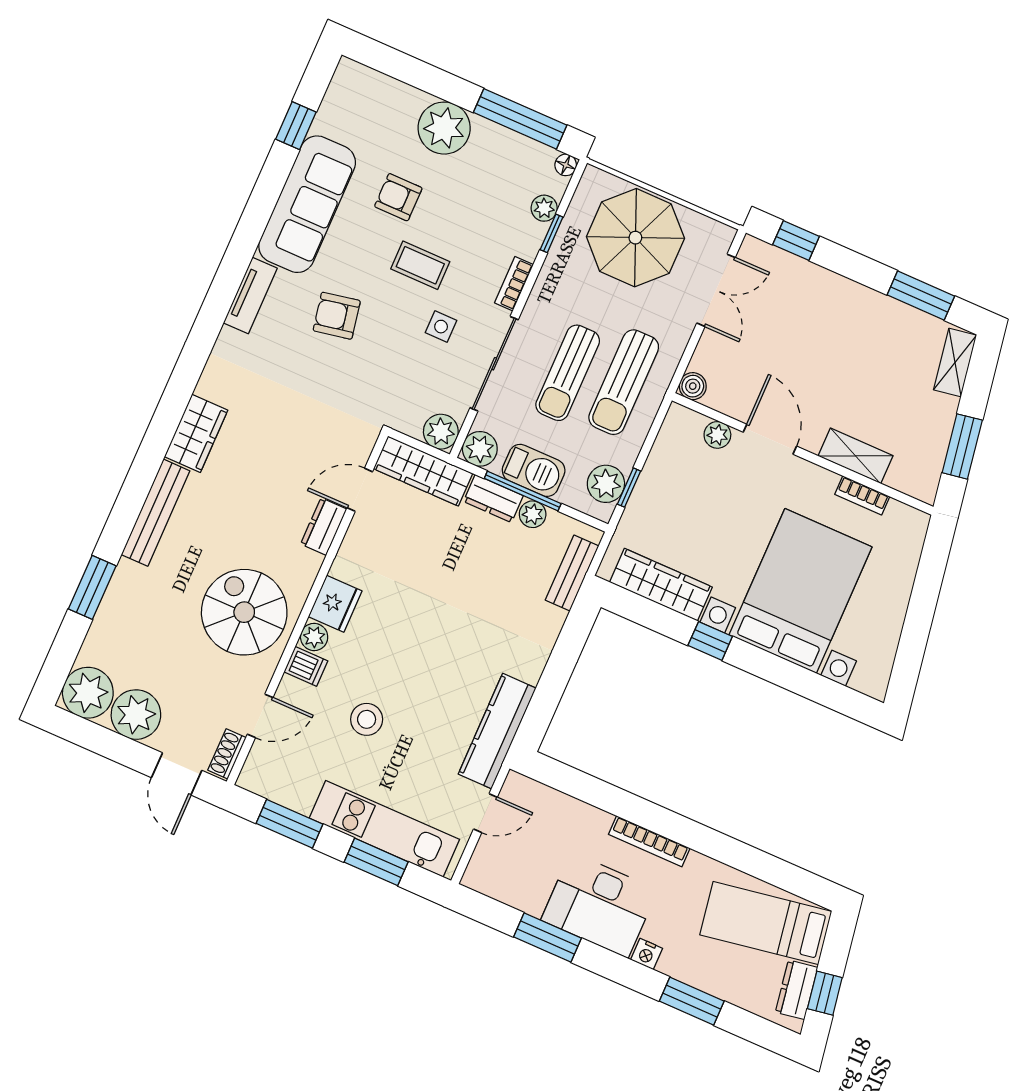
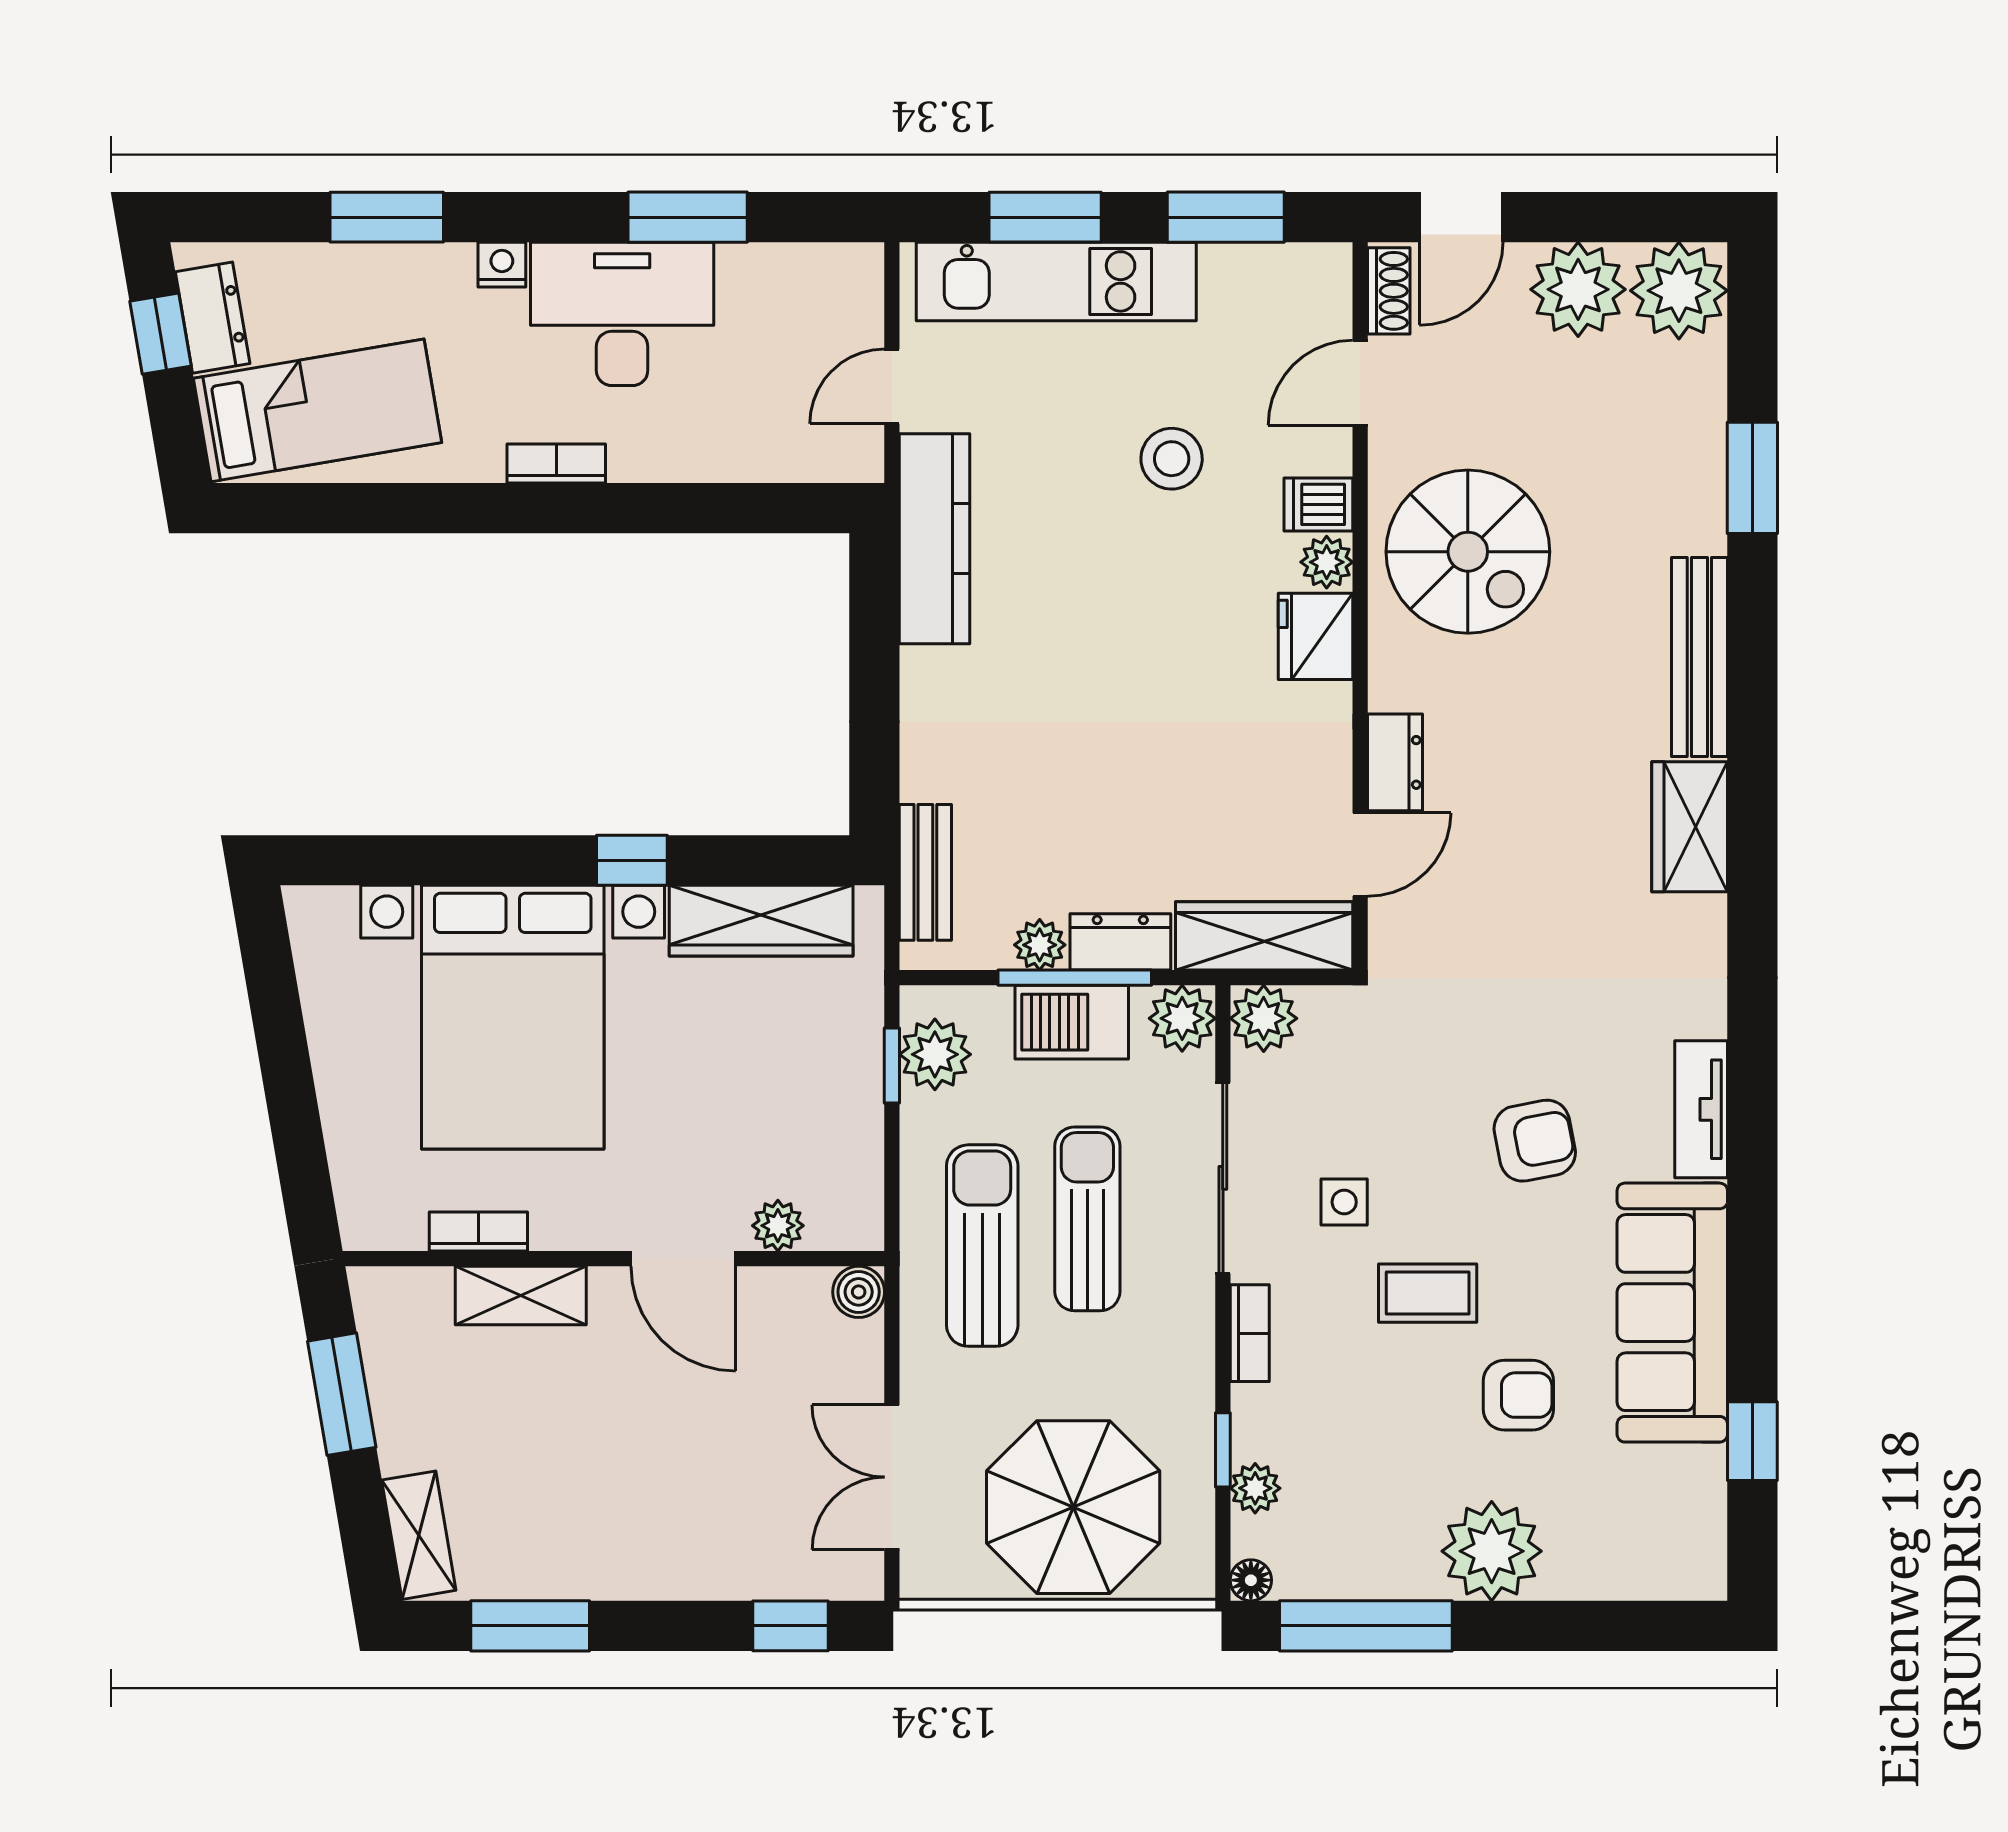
door: (177, 774) -> (1461, 217), swing flipped
bookcase: (649, 841) -> (556, 463), width x0.64

